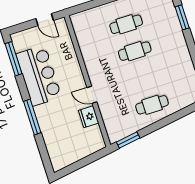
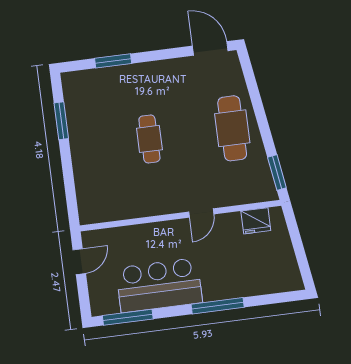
cafe table: (126, 24) -> (108, 144), removed
cafe table: (152, 105) -> (232, 128), width x1.37, depth x1.35
fridge: (89, 117) -> (256, 221), moved

